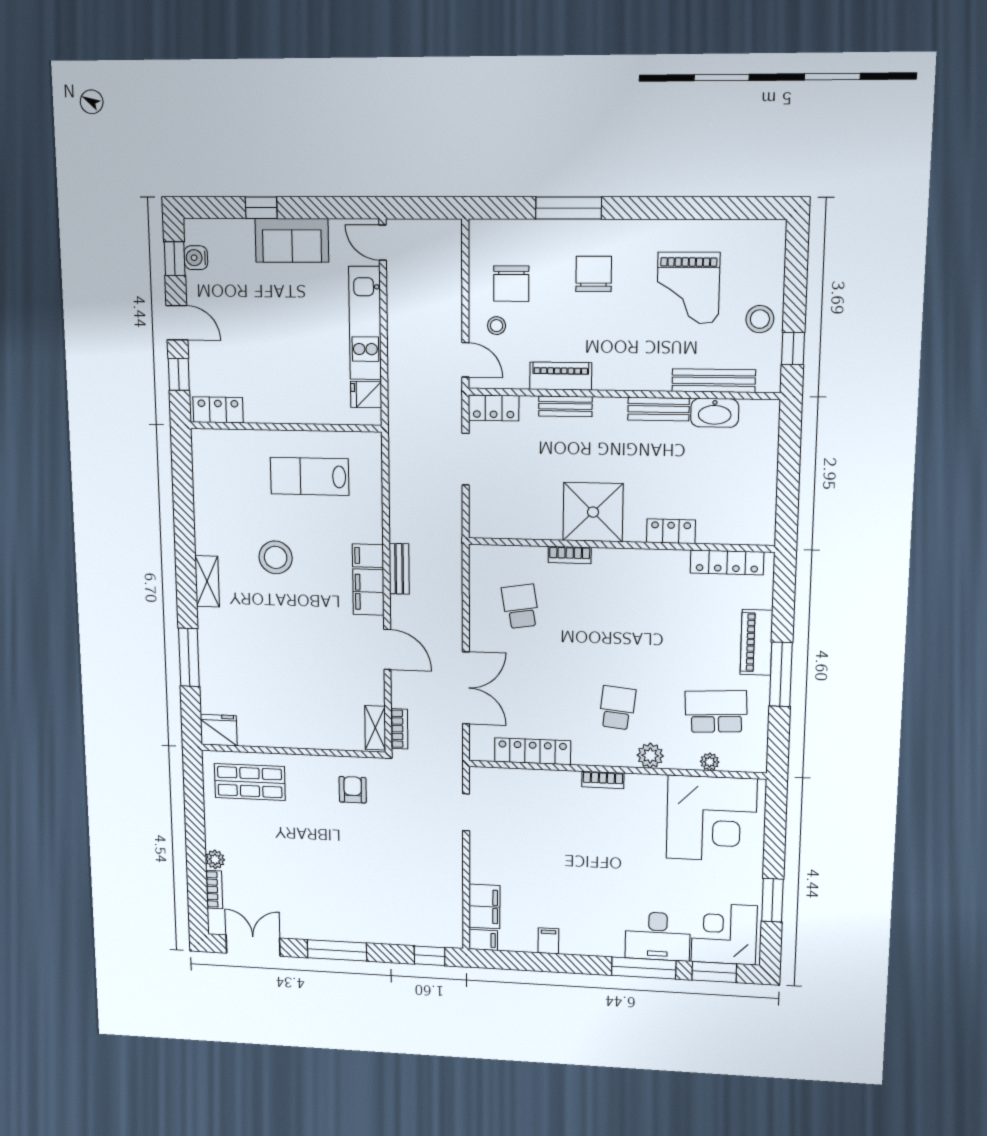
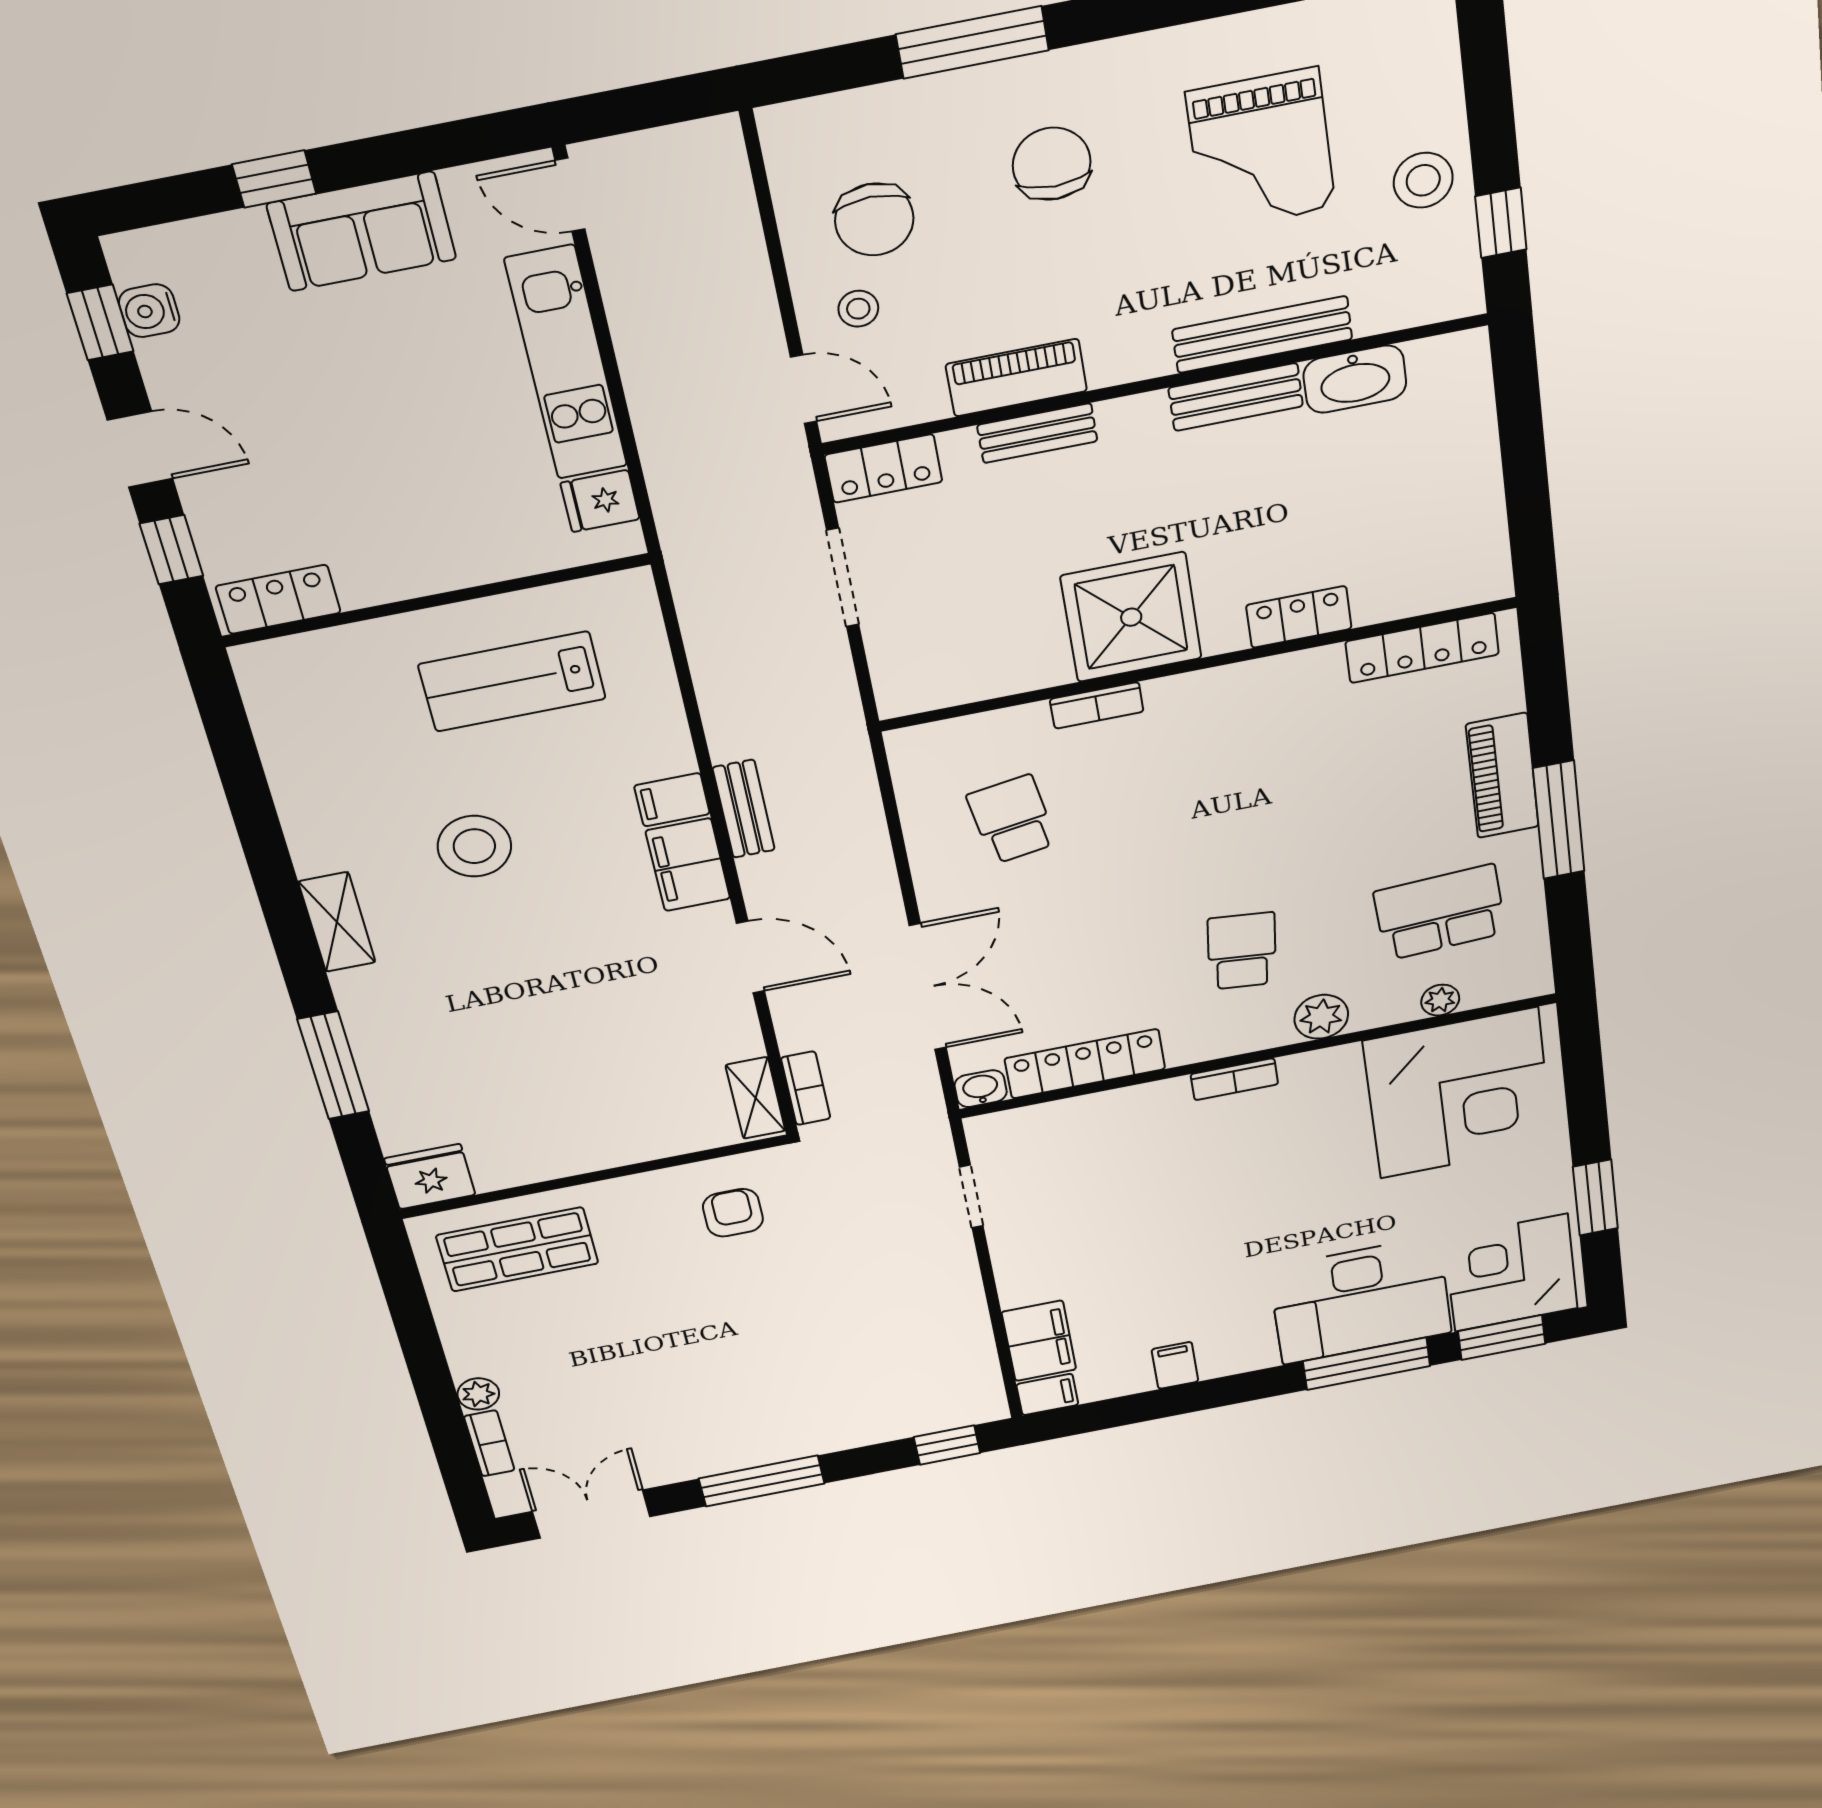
bench: (714, 381) -> (1262, 334), moved
washbasin: (481, 752) -> (981, 1089), added
desk: (658, 936) -> (1361, 1300), width x1.36, depth x1.30

